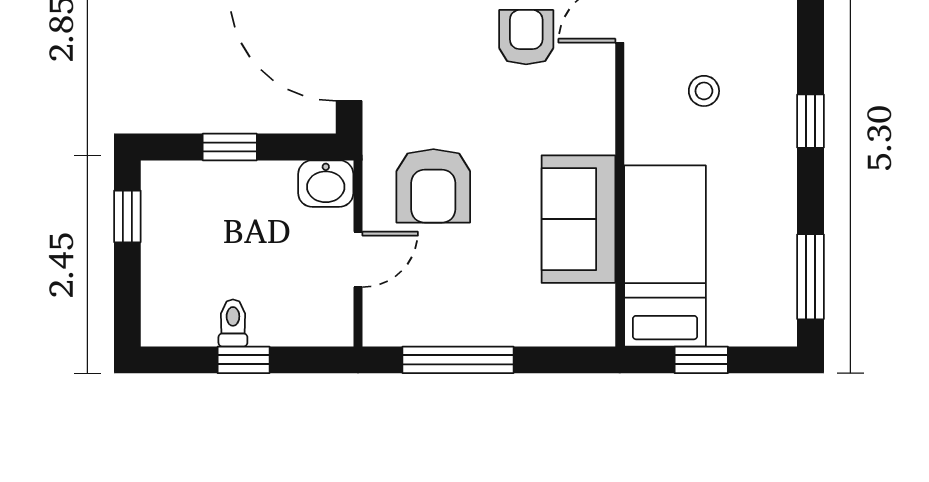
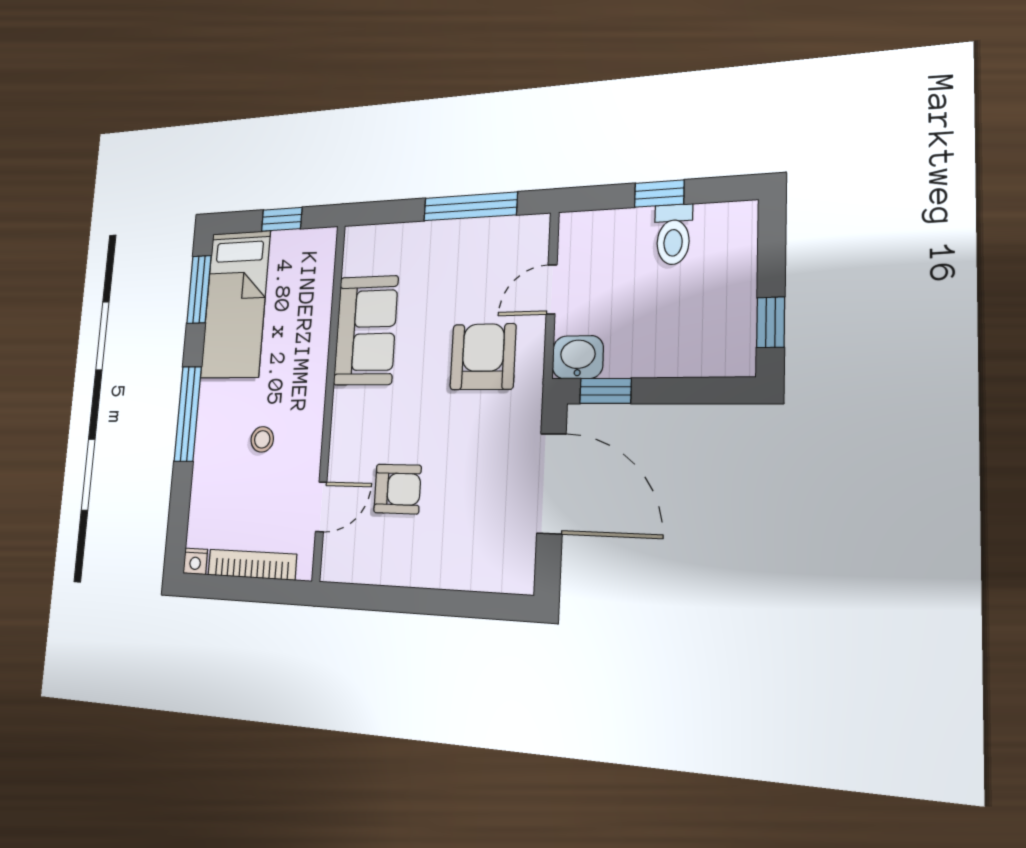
armchair: (526, 37) -> (398, 489), turned -90
window: (811, 121) -> (188, 414), width x2.17
window: (230, 147) -> (605, 391), moved
bed: (665, 256) -> (235, 304), moved
toilet: (233, 323) -> (673, 234), width x1.37, depth x1.39

